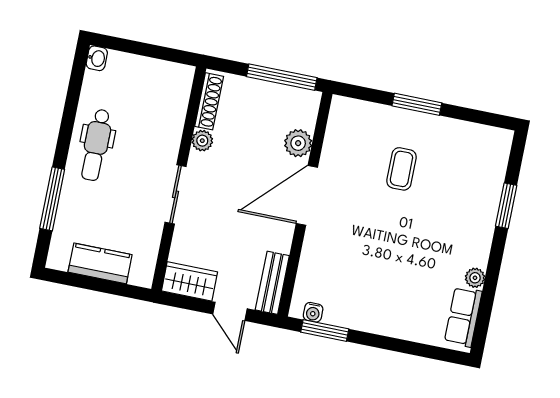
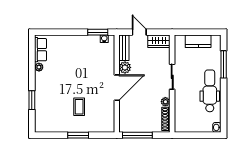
plant: (298, 143) -> (125, 67), moved
dental chair: (96, 145) -> (210, 91), width x1.36, depth x1.38

